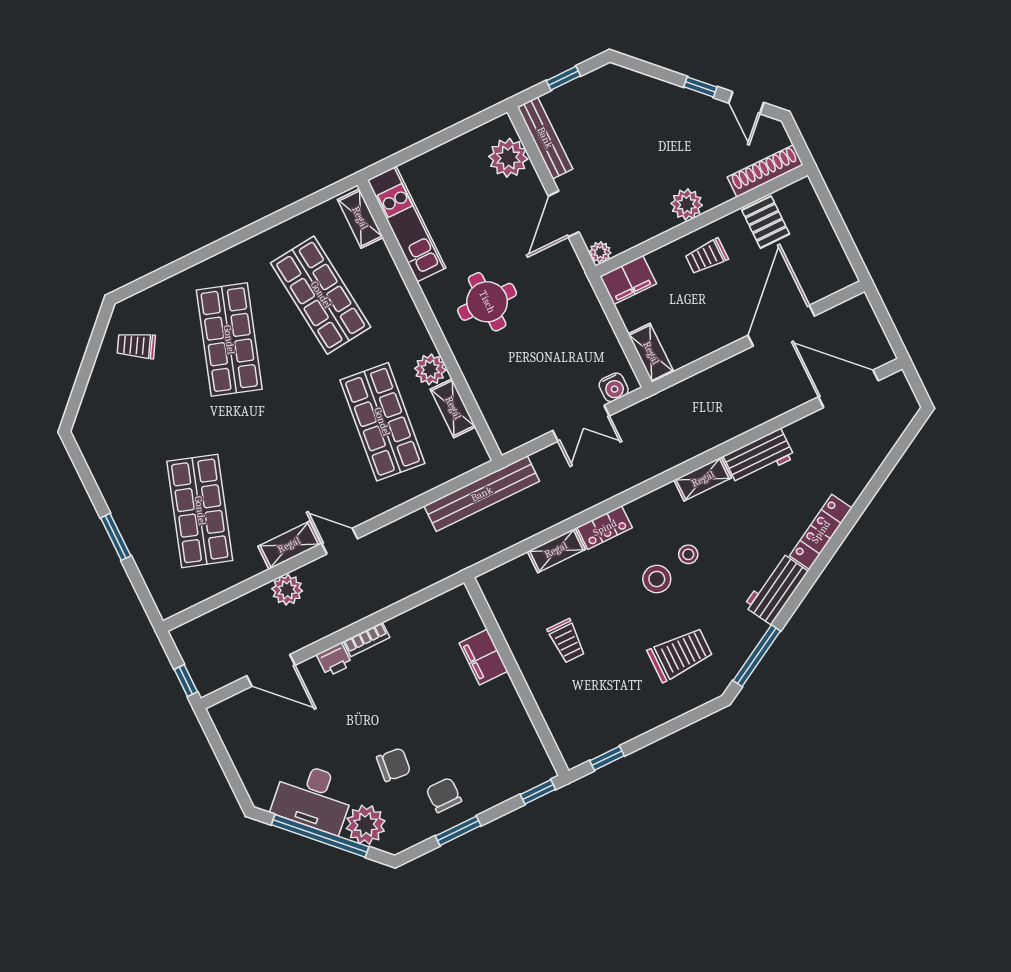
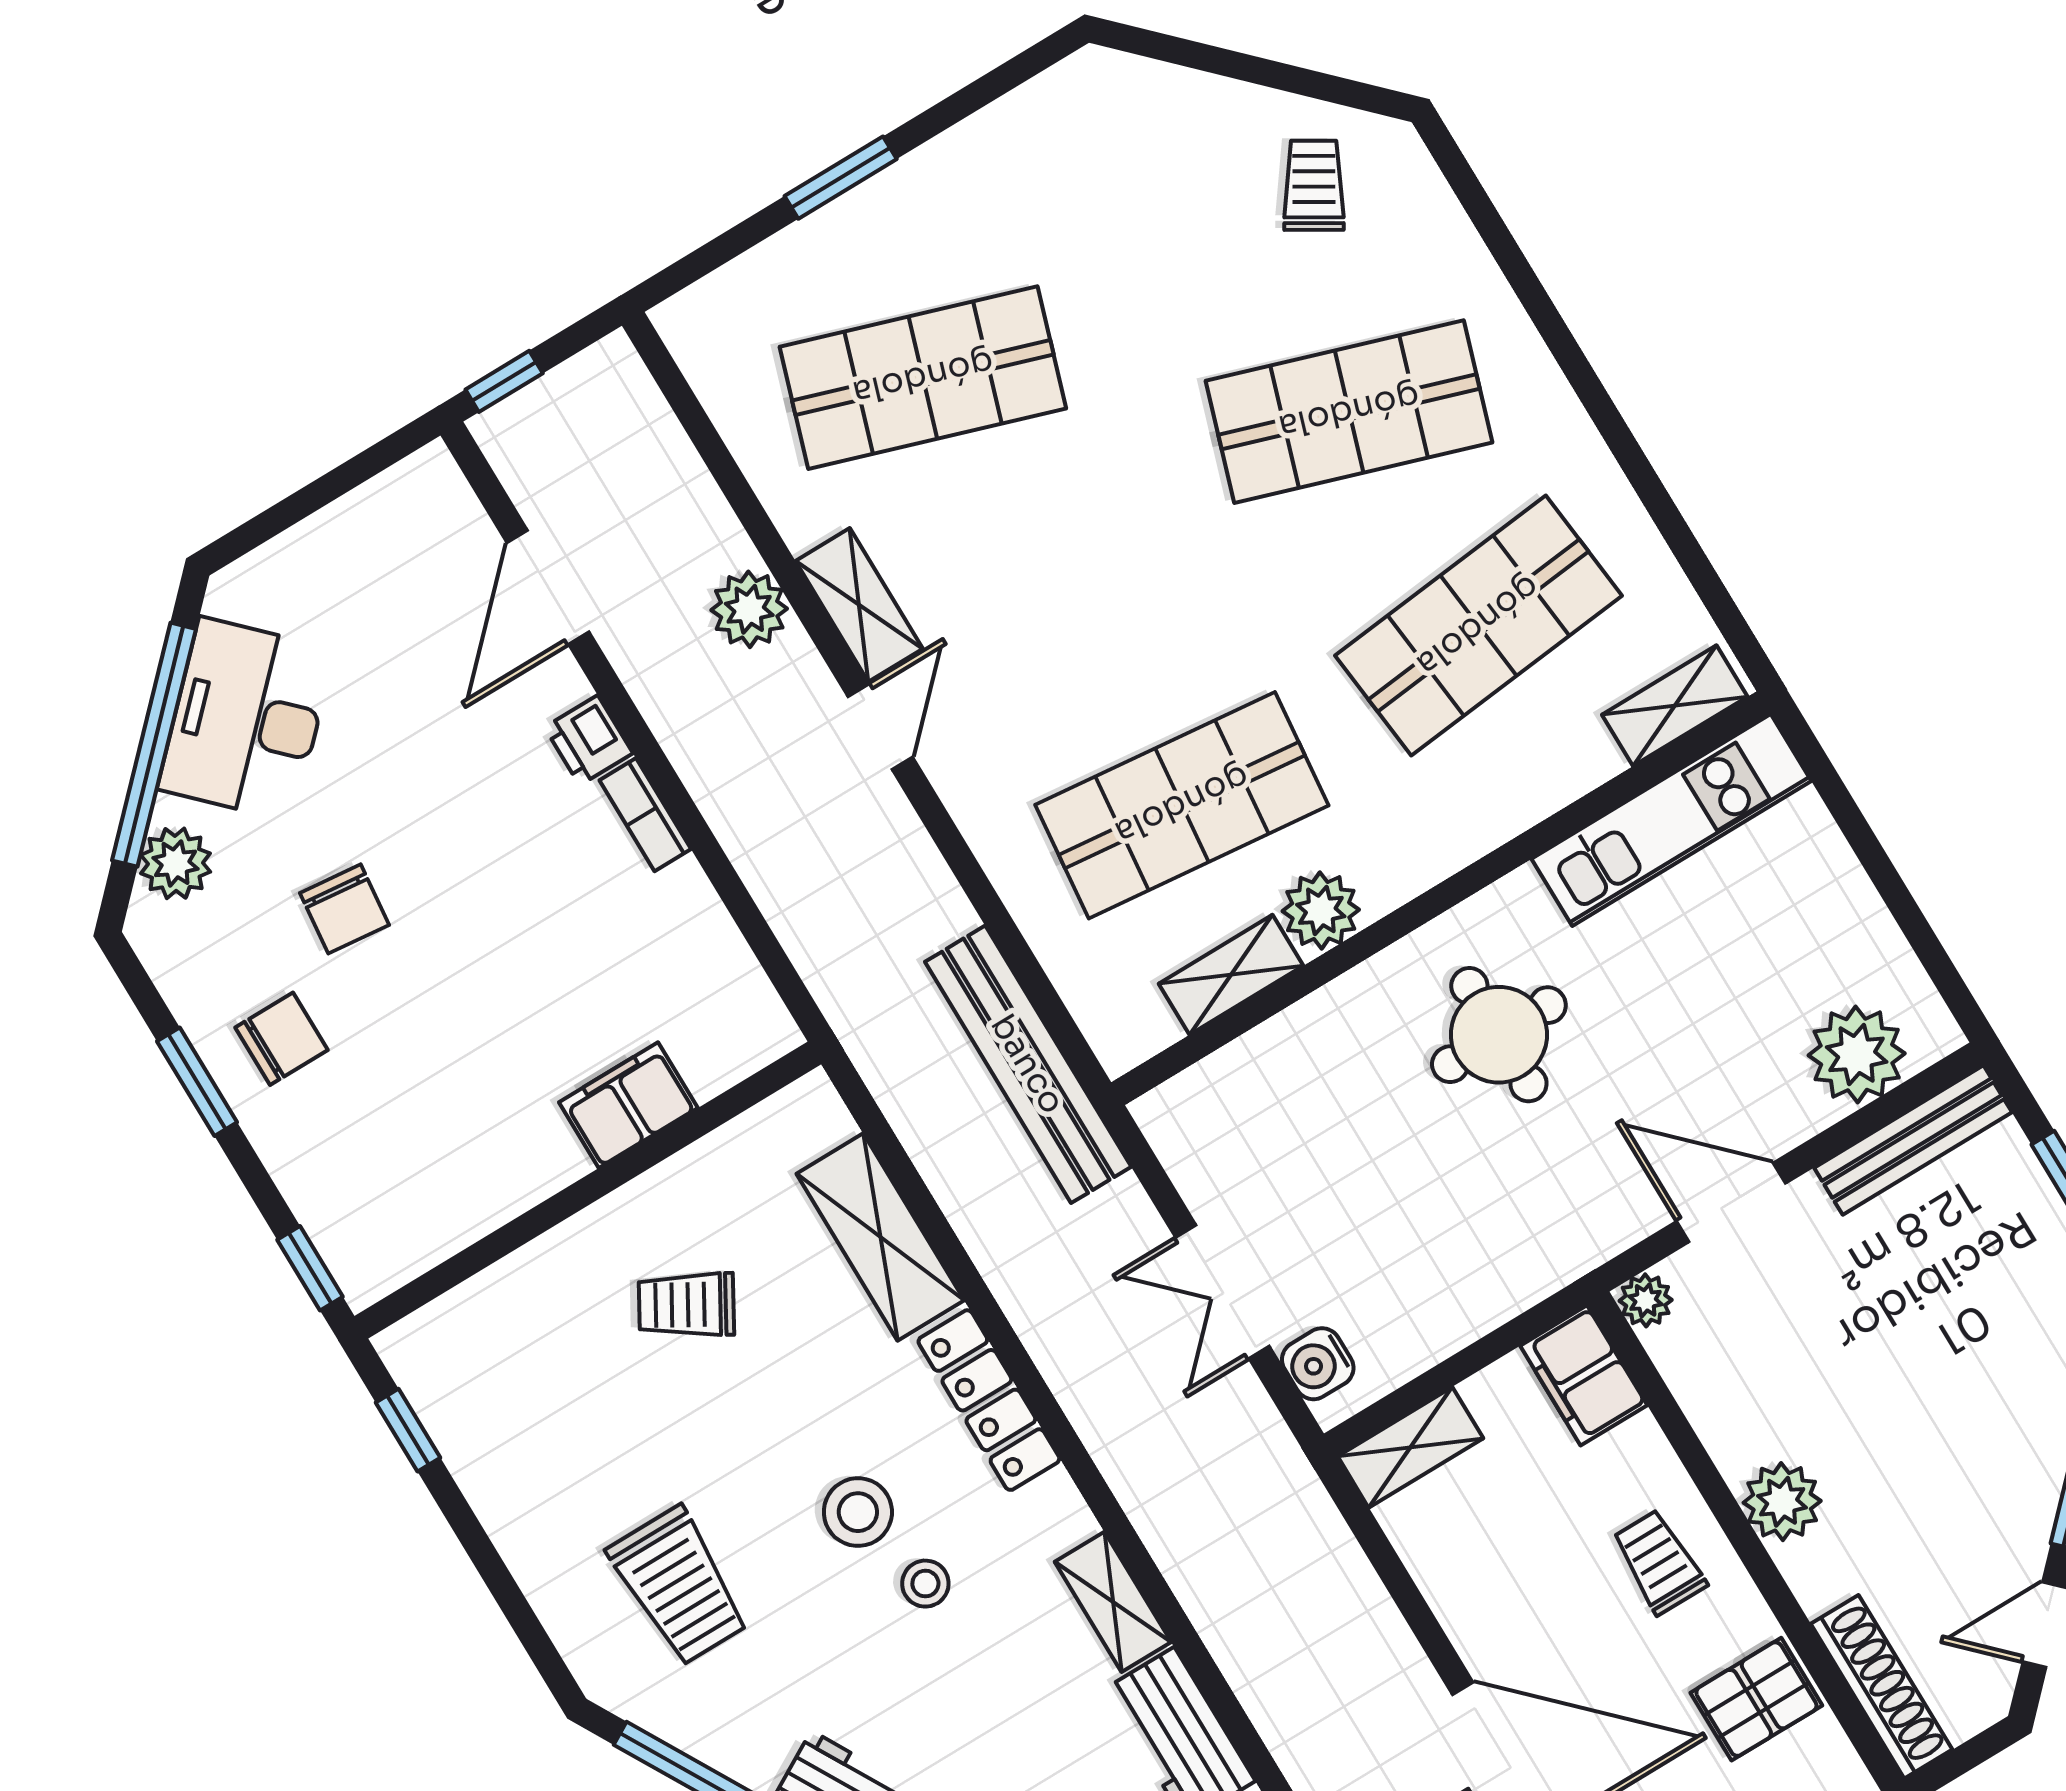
locker: (605, 528) -> (989, 1400), width x1.53
shelving: (556, 550) -> (880, 1237), width x1.50, depth x1.33
trolley: (566, 641) -> (686, 1305), turned 30
plant: (366, 825) -> (176, 863), width x0.73, depth x0.73

